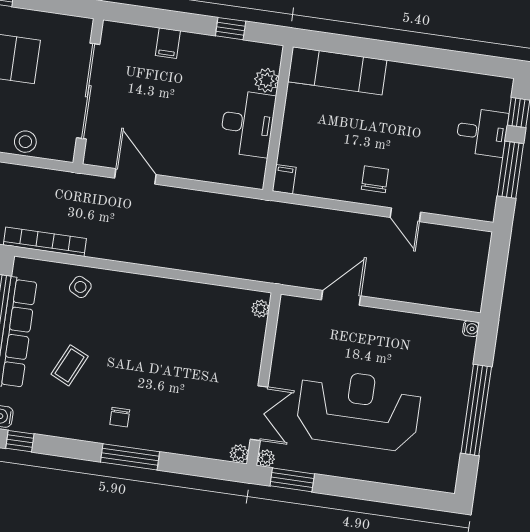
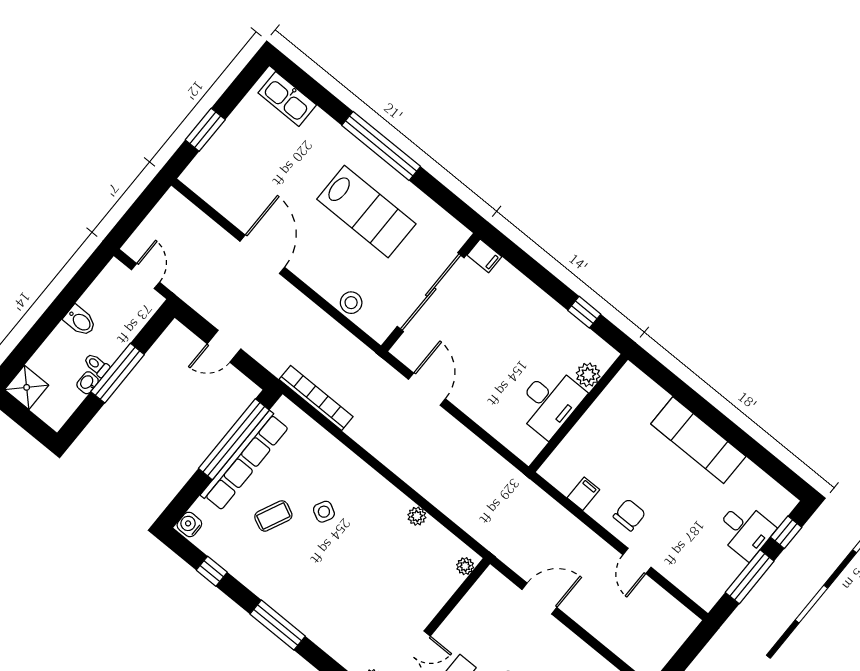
filing cabinet: (168, 43) -> (484, 256), moved, turned -90
exam couch: (337, 71) -> (698, 440), moved
filing cabinet: (284, 179) -> (583, 494), moved
side table: (80, 287) -> (324, 512), moved
plant: (193, 291) -> (417, 516), added
chair: (120, 417) -> (289, 586), removed
window: (20, 441) -> (212, 571), moved

